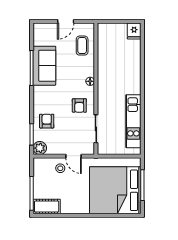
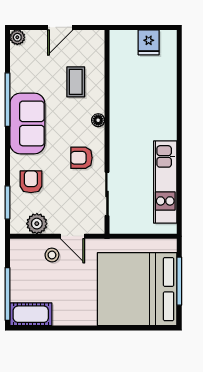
plant: (38, 28) -> (17, 37), added
fridge: (134, 31) -> (149, 42), moved
coffee table: (82, 46) -> (76, 82), moved
sofa: (44, 66) -> (27, 123), moved
armchair: (79, 105) -> (81, 158), turned 90
plant: (40, 148) -> (37, 224), moved

